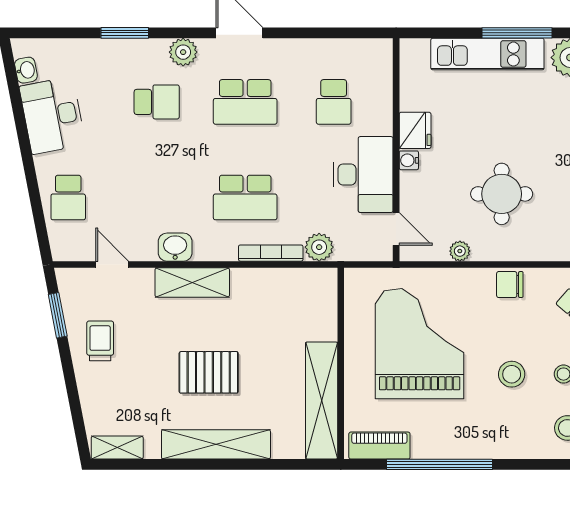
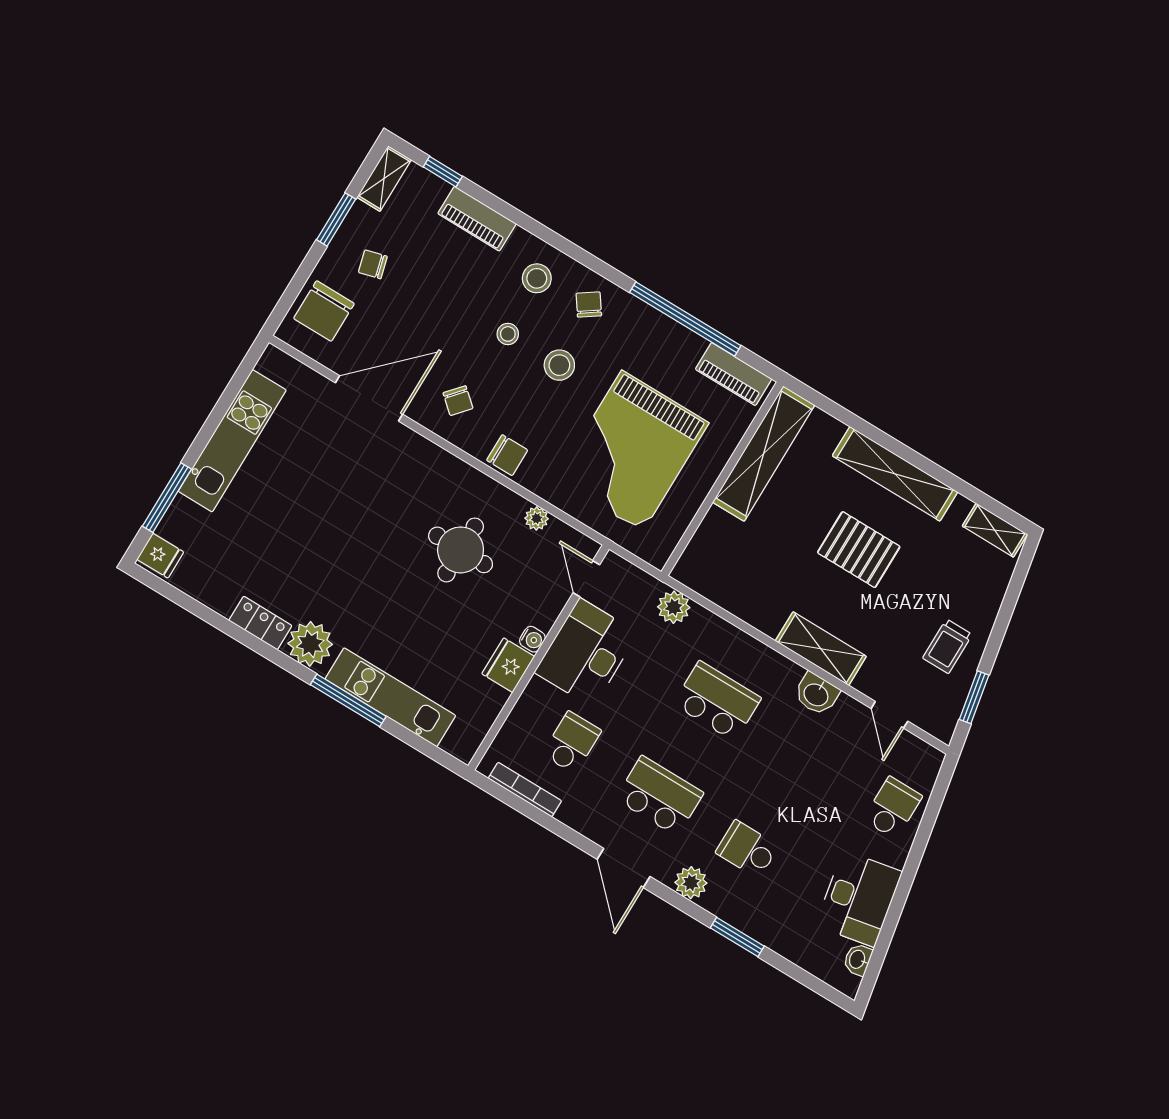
bookcase: (271, 253) -> (525, 790), moved, turned 180
chair: (517, 432) -> (589, 305), added

